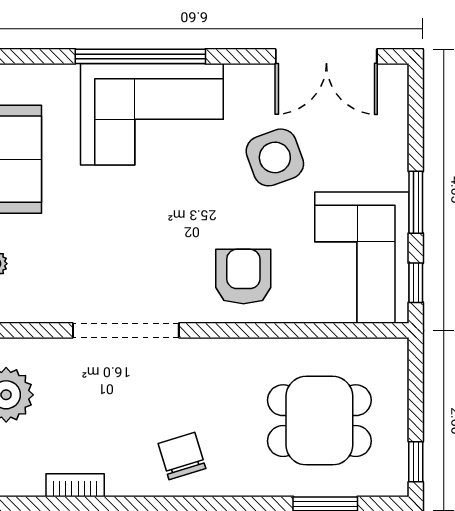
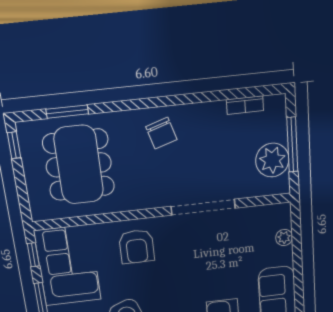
dining table: (319, 421) -> (79, 165), width x1.38
bookcase: (75, 485) -> (245, 105), moved

